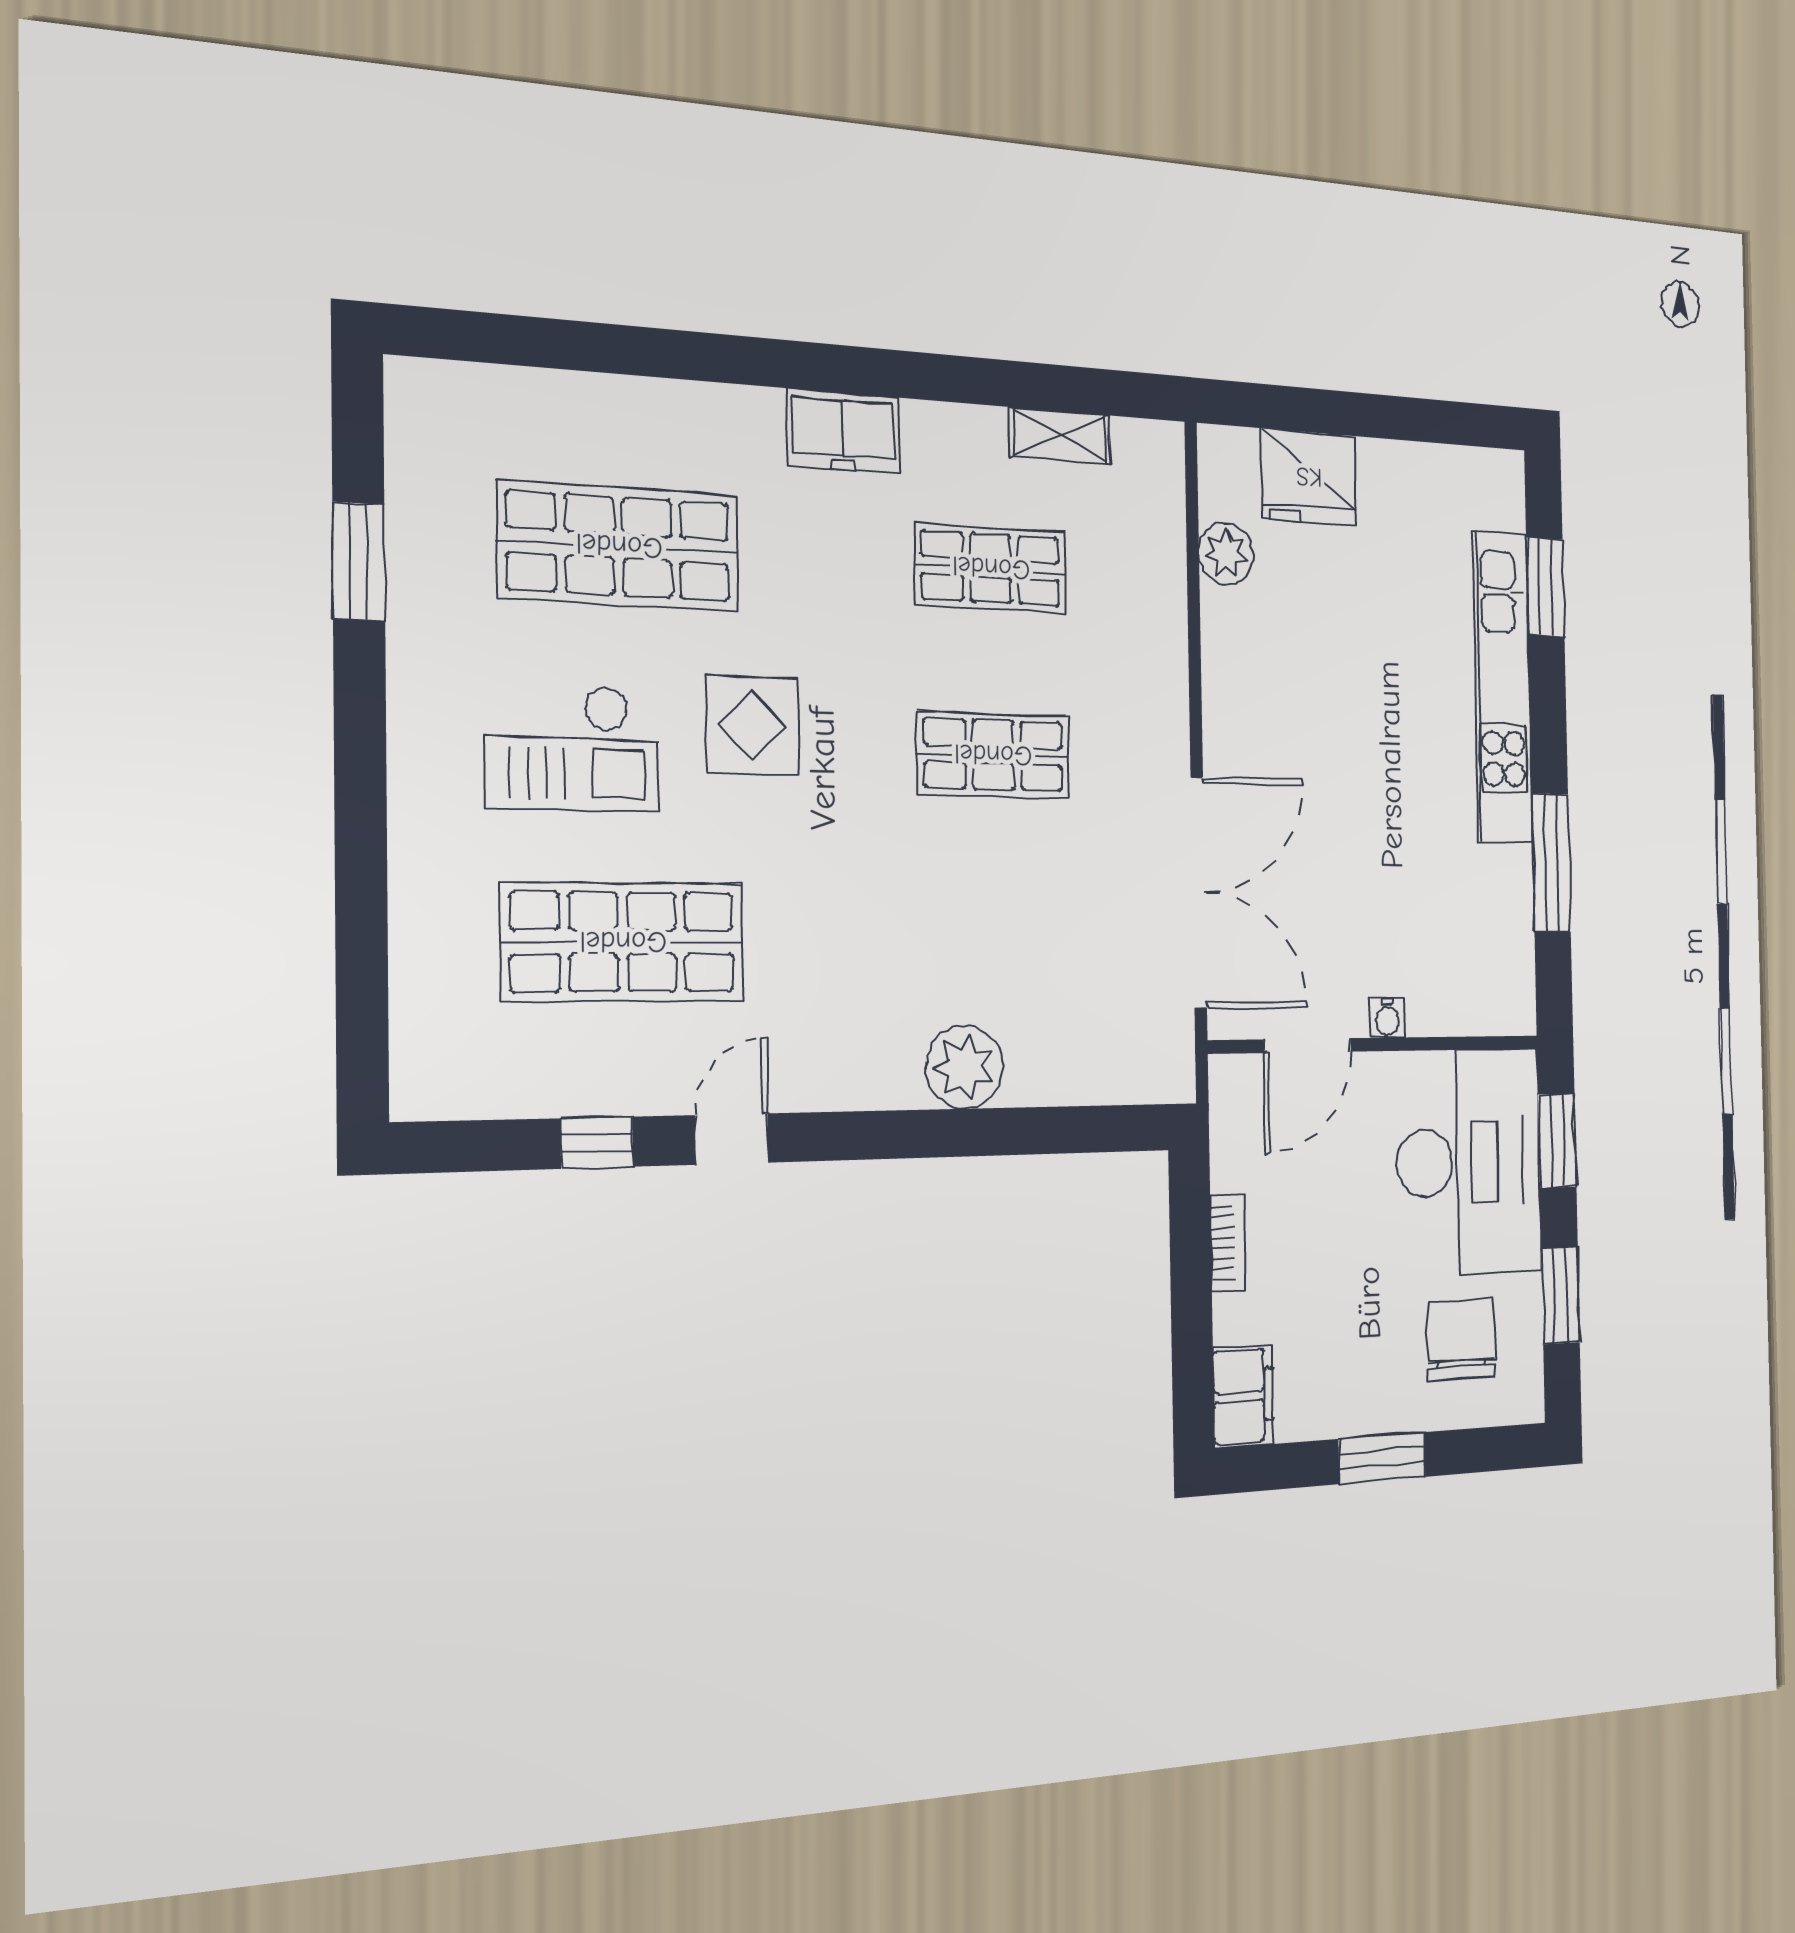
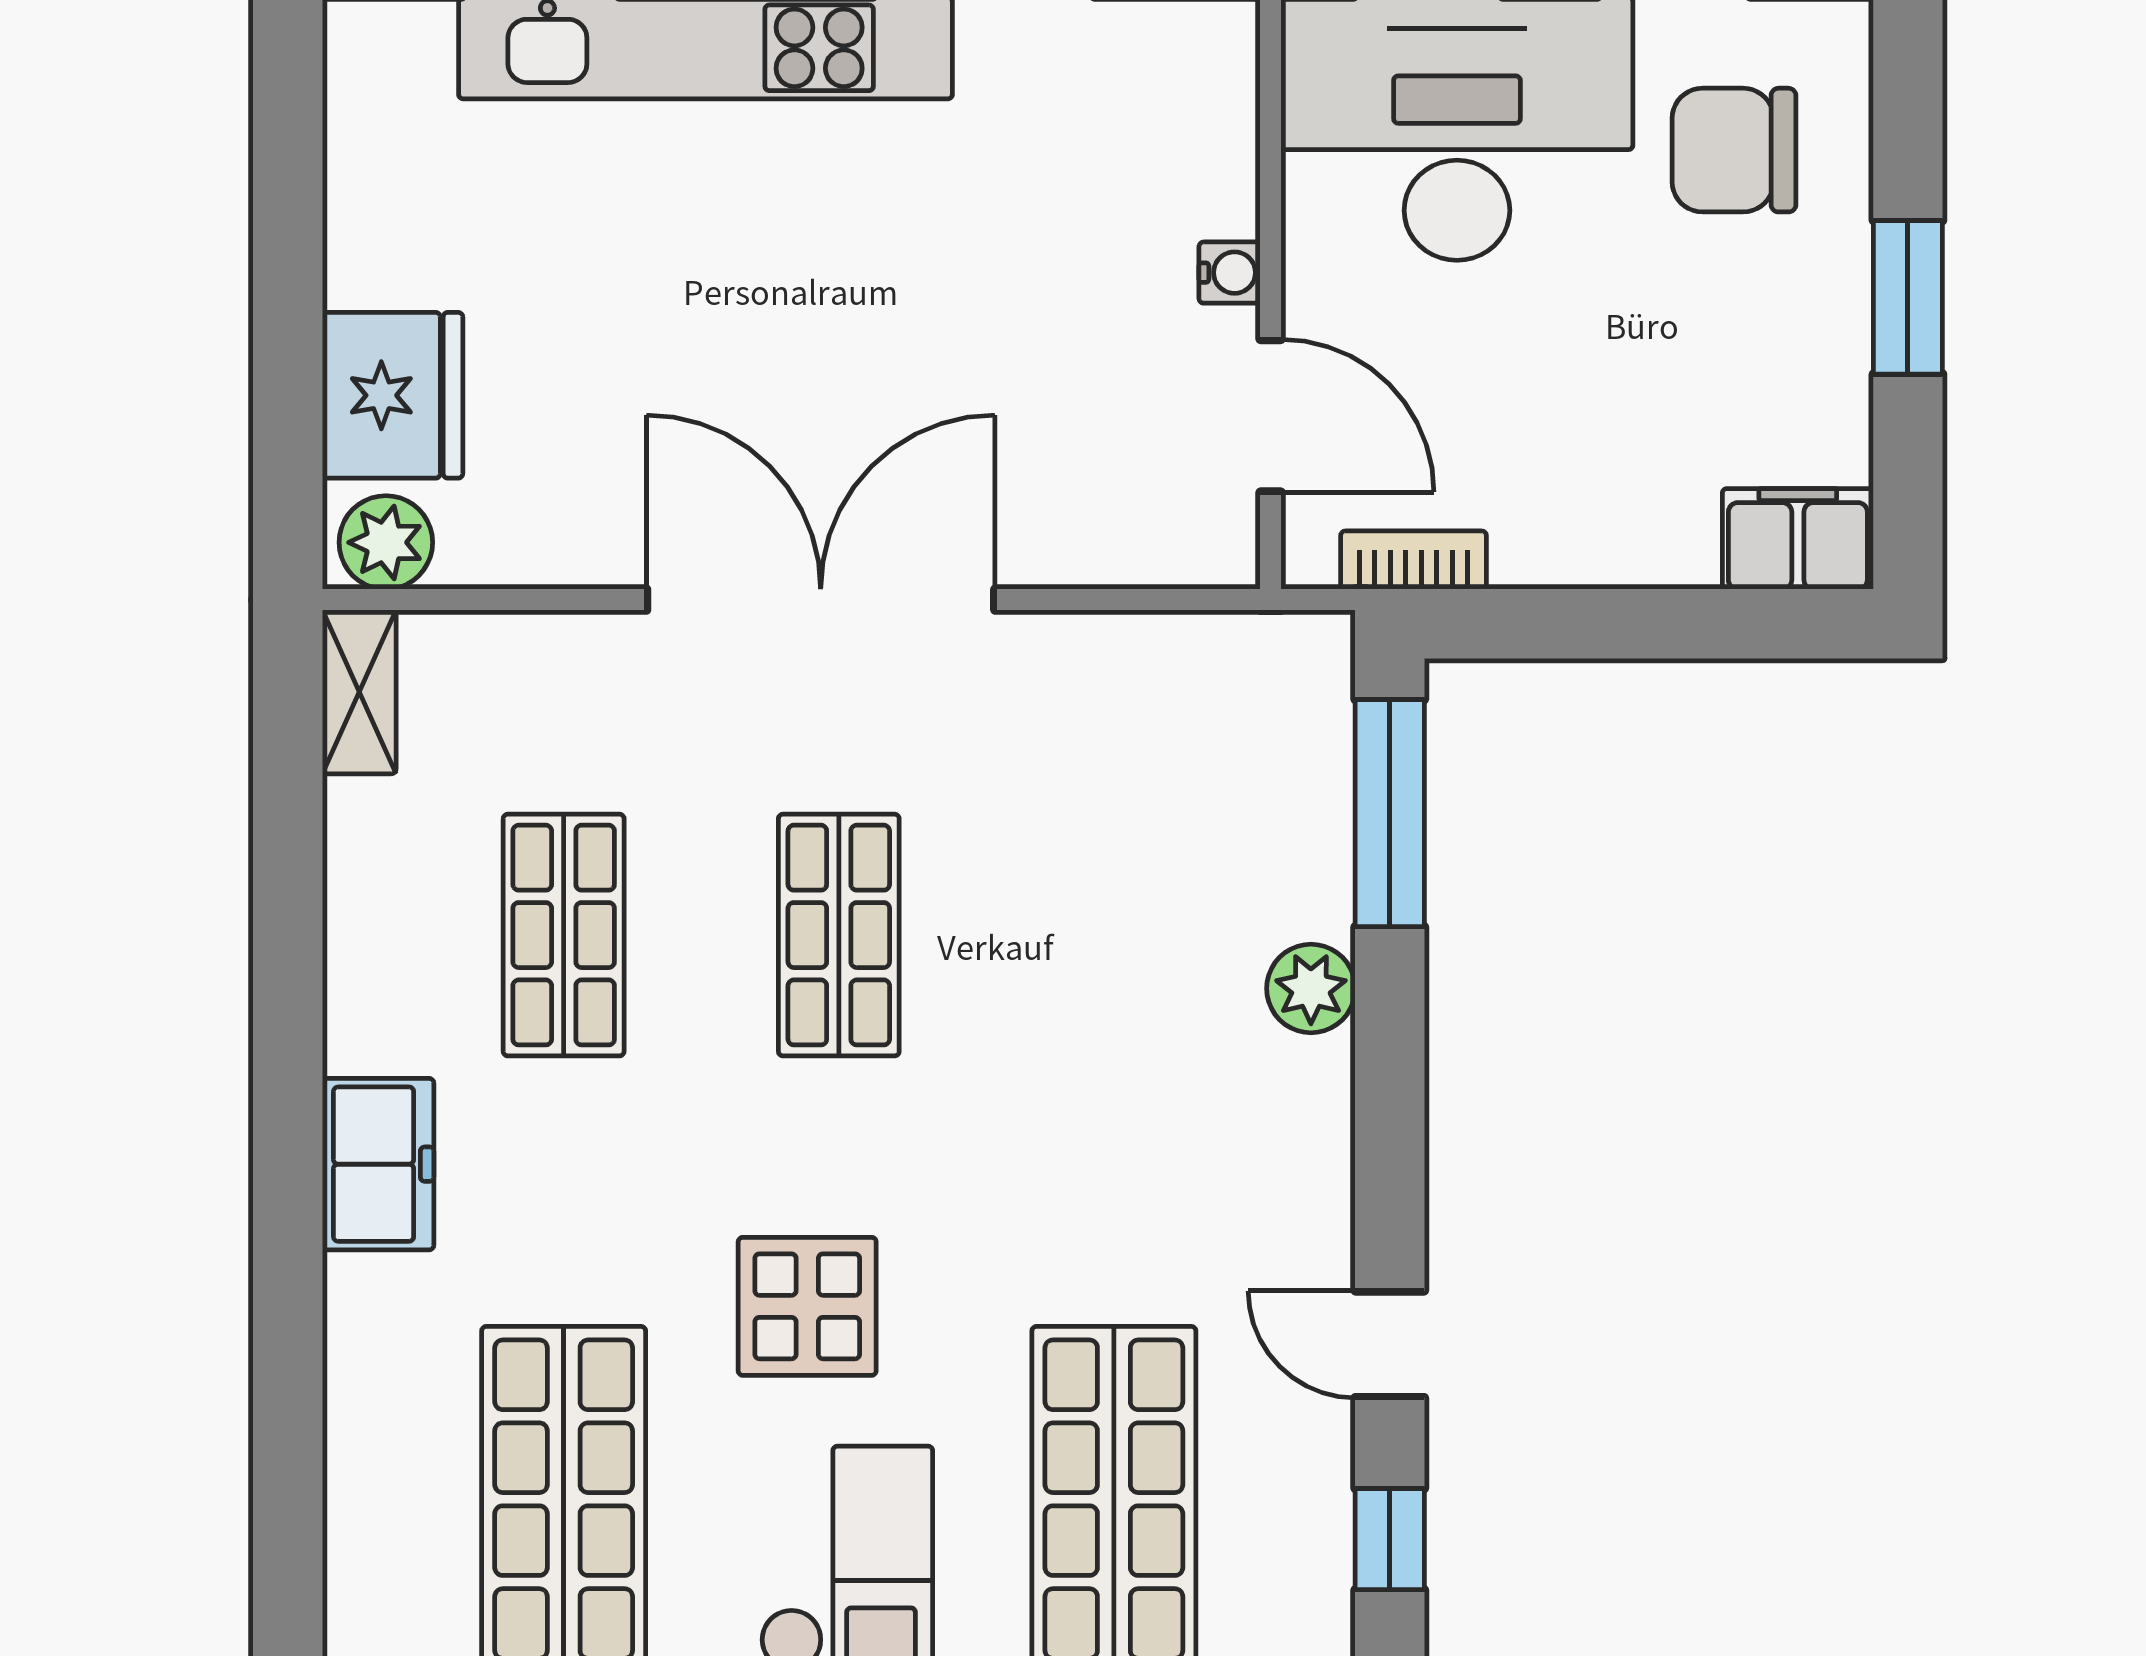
shelving: (1060, 436) -> (359, 692), moved
plant: (1226, 554) -> (386, 542), moved
double door: (1199, 892) -> (821, 600), moved
plant: (964, 1067) -> (1311, 988), width x0.73, depth x0.73
window: (1075, 1130) -> (1390, 813), added
bookcase: (1228, 1243) -> (1414, 560), moved

